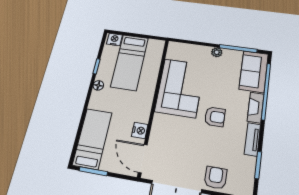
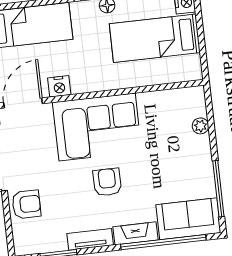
plant: (217, 52) -> (200, 126), moved
corner sofa: (180, 88) -> (97, 127), moved
armchair: (215, 117) -> (107, 182), turned 180

